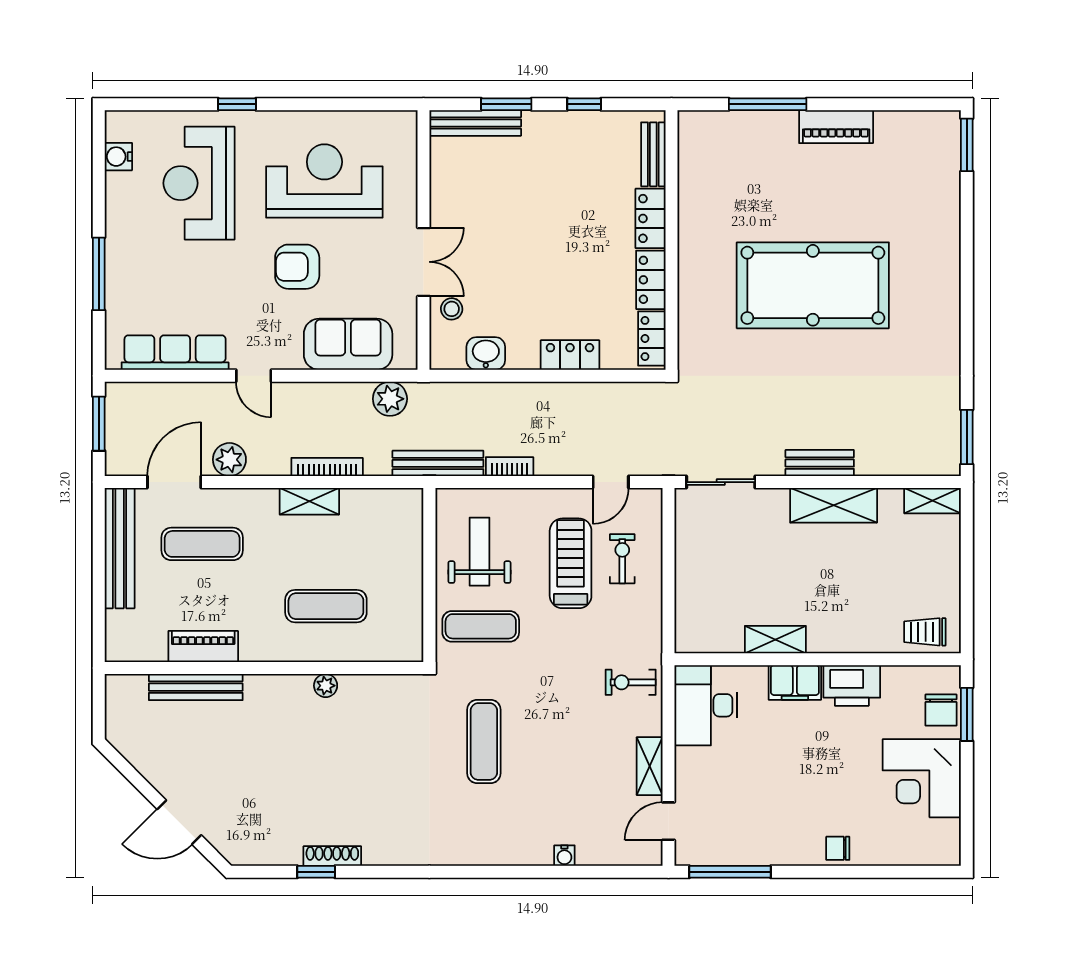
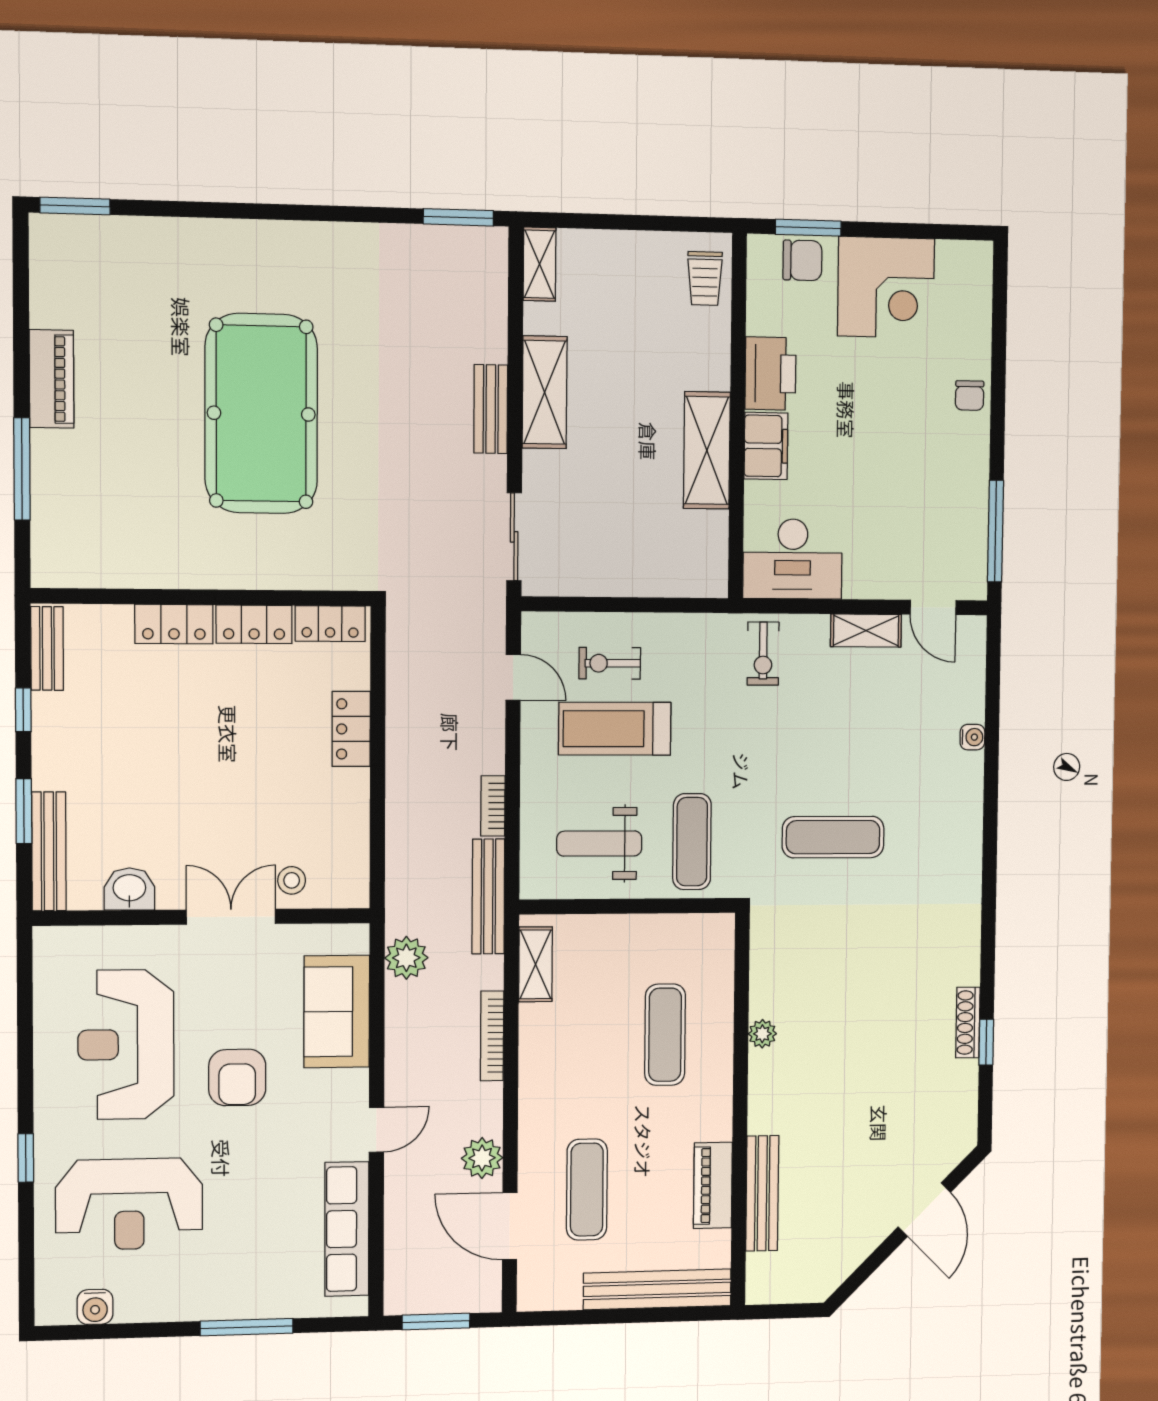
bench: (653, 154) -> (47, 648), moved, turned 90
washbasin: (486, 354) -> (129, 889), moved, turned 90
shelving: (309, 501) -> (535, 964), moved
bench: (120, 548) -> (657, 1289), moved
shelving: (775, 640) -> (707, 450), width x1.50, depth x1.33

